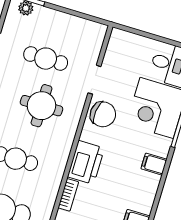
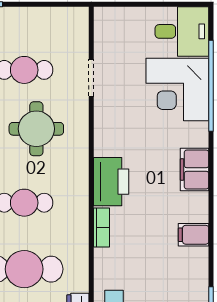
chair: (103, 114) -> (114, 117), removed
filing cabinet: (154, 164) -> (195, 170), width x2.00

